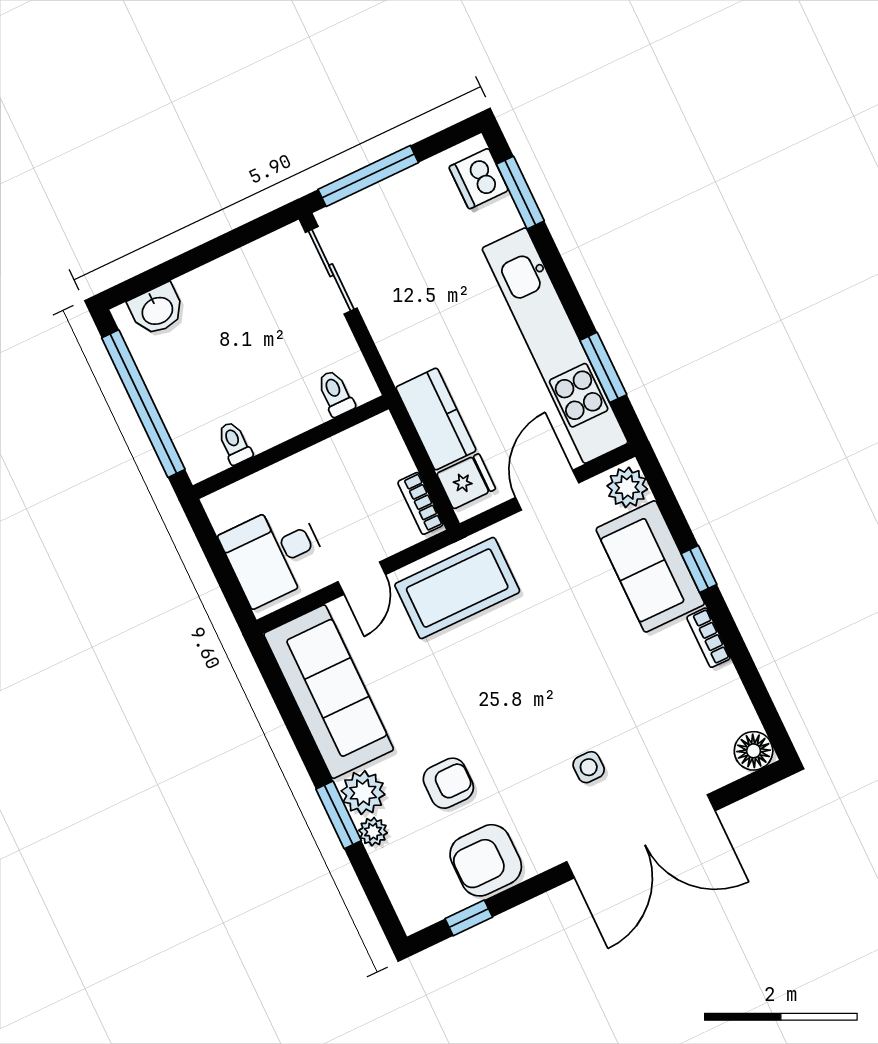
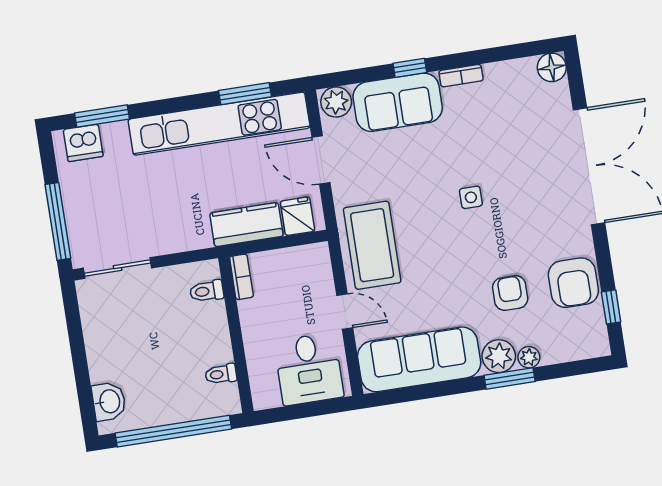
bookcase: (420, 503) -> (241, 277), moved, turned -90
side table: (589, 767) -> (471, 197), moved

